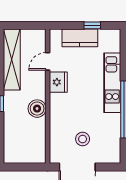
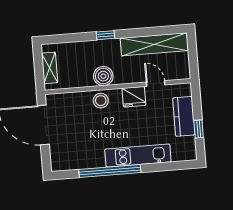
stool: (83, 139) -> (101, 101), moved
shelving: (26, 157) -> (50, 68), added

